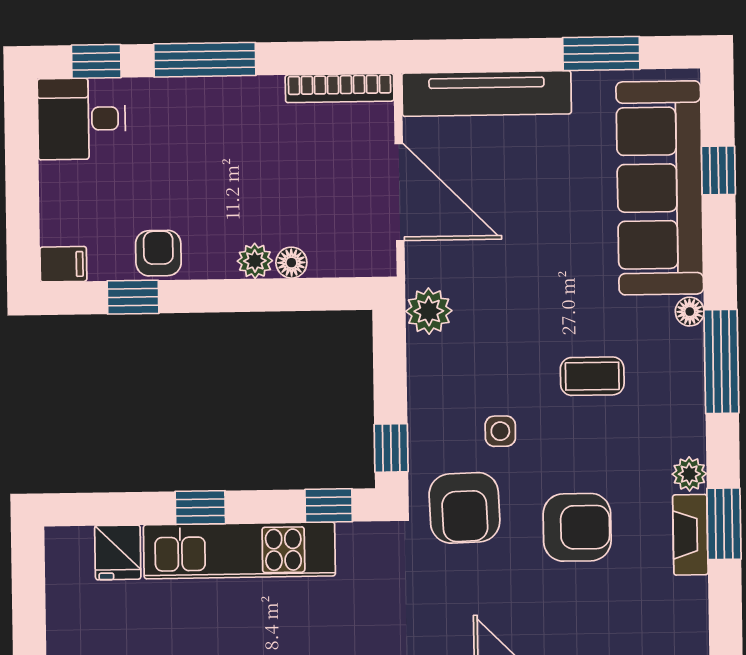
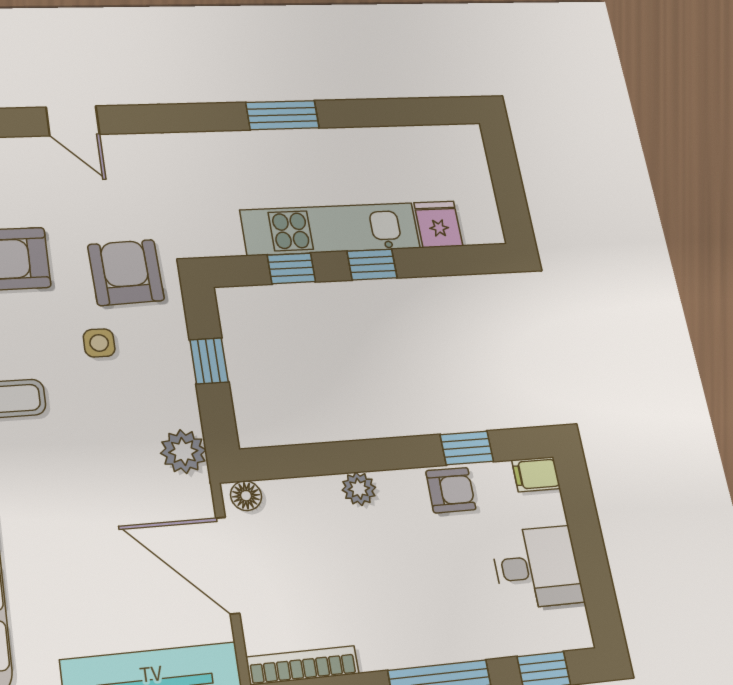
desk: (81, 119) -> (537, 567), moved
armchair: (158, 253) -> (451, 490), turned -90
floor lamp: (291, 263) -> (246, 496), moved
window: (391, 448) -> (209, 361), moved
window: (329, 505) -> (291, 268), moved

